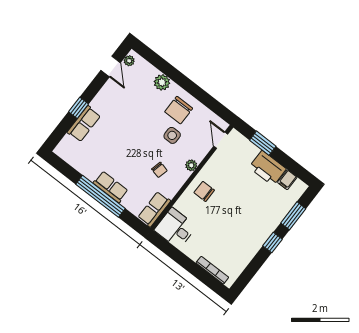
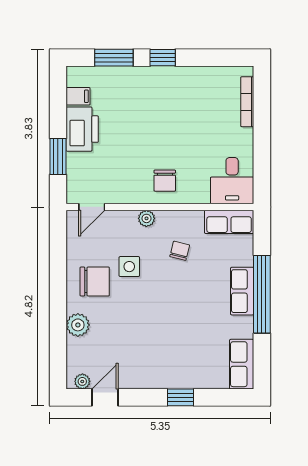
row of seats: (84, 124) -> (242, 364), moved, turned -90

